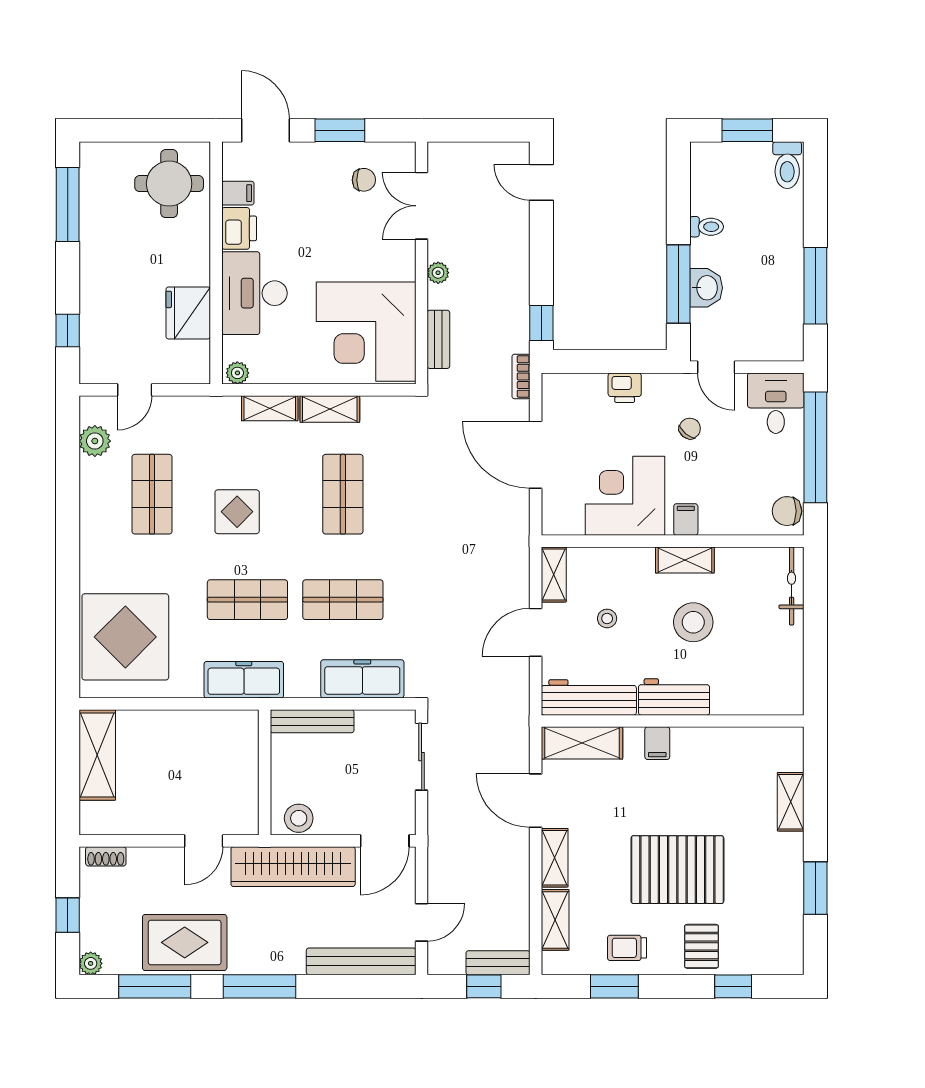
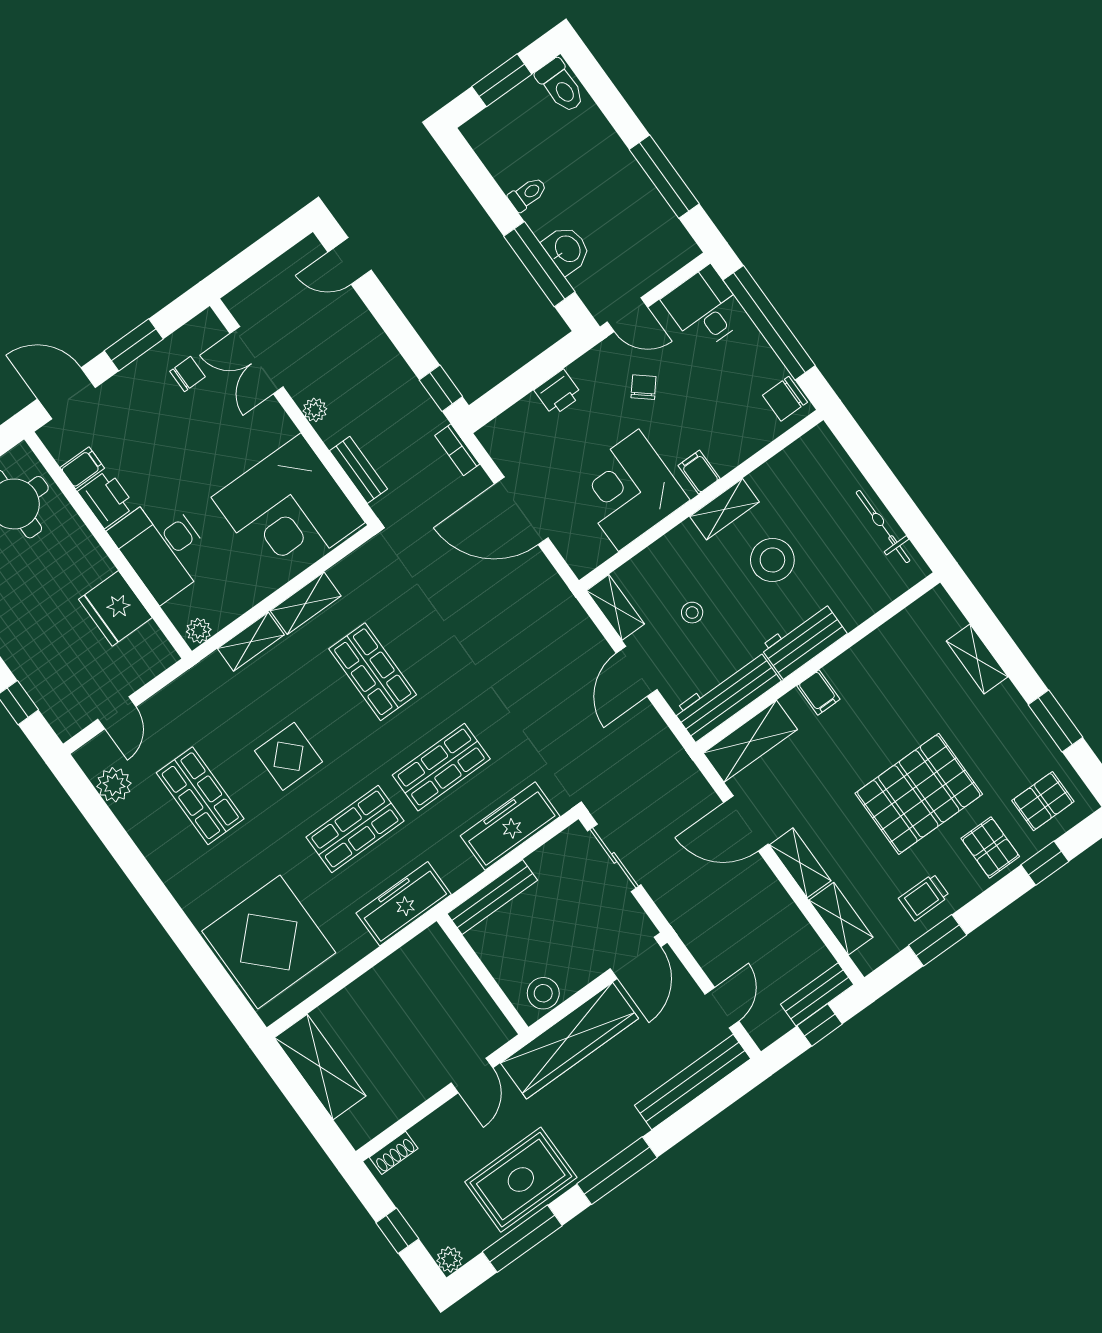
bicycle: (792, 586) -> (883, 527), moved
pallet: (764, 940) -> (1043, 801), added

